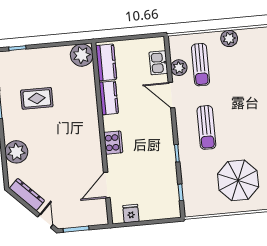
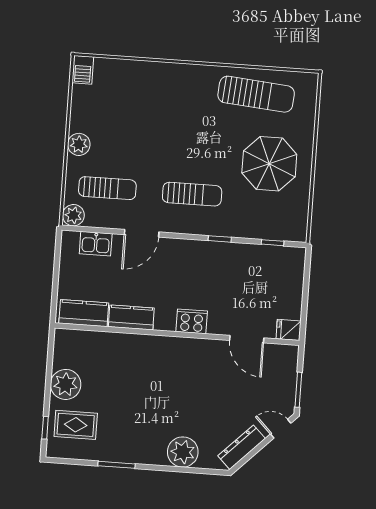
plant: (82, 55) -> (66, 384), moved
plant: (179, 68) -> (73, 215), moved
rug: (37, 98) -> (76, 425), moved, turned 90
fridge: (131, 213) -> (289, 330), moved

